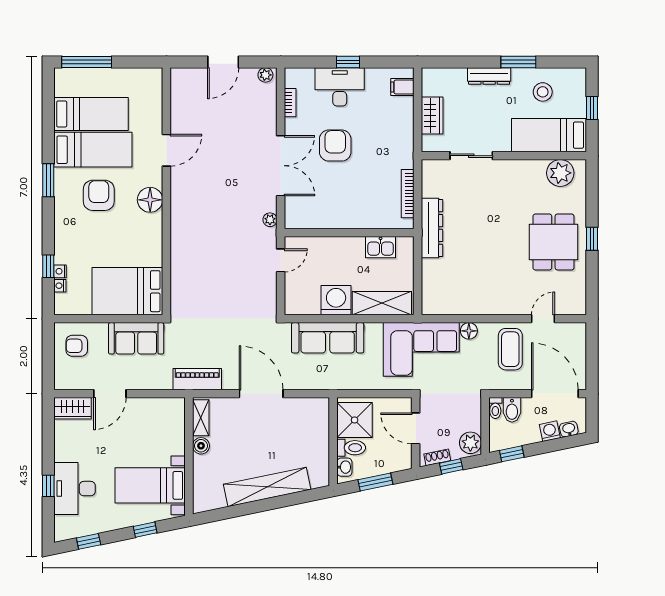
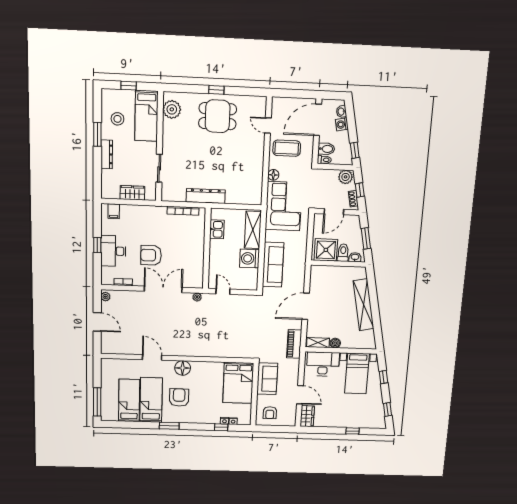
armchair: (99, 195) -> (179, 397), turned 90
desk: (74, 489) -> (323, 364), moved, turned 180

